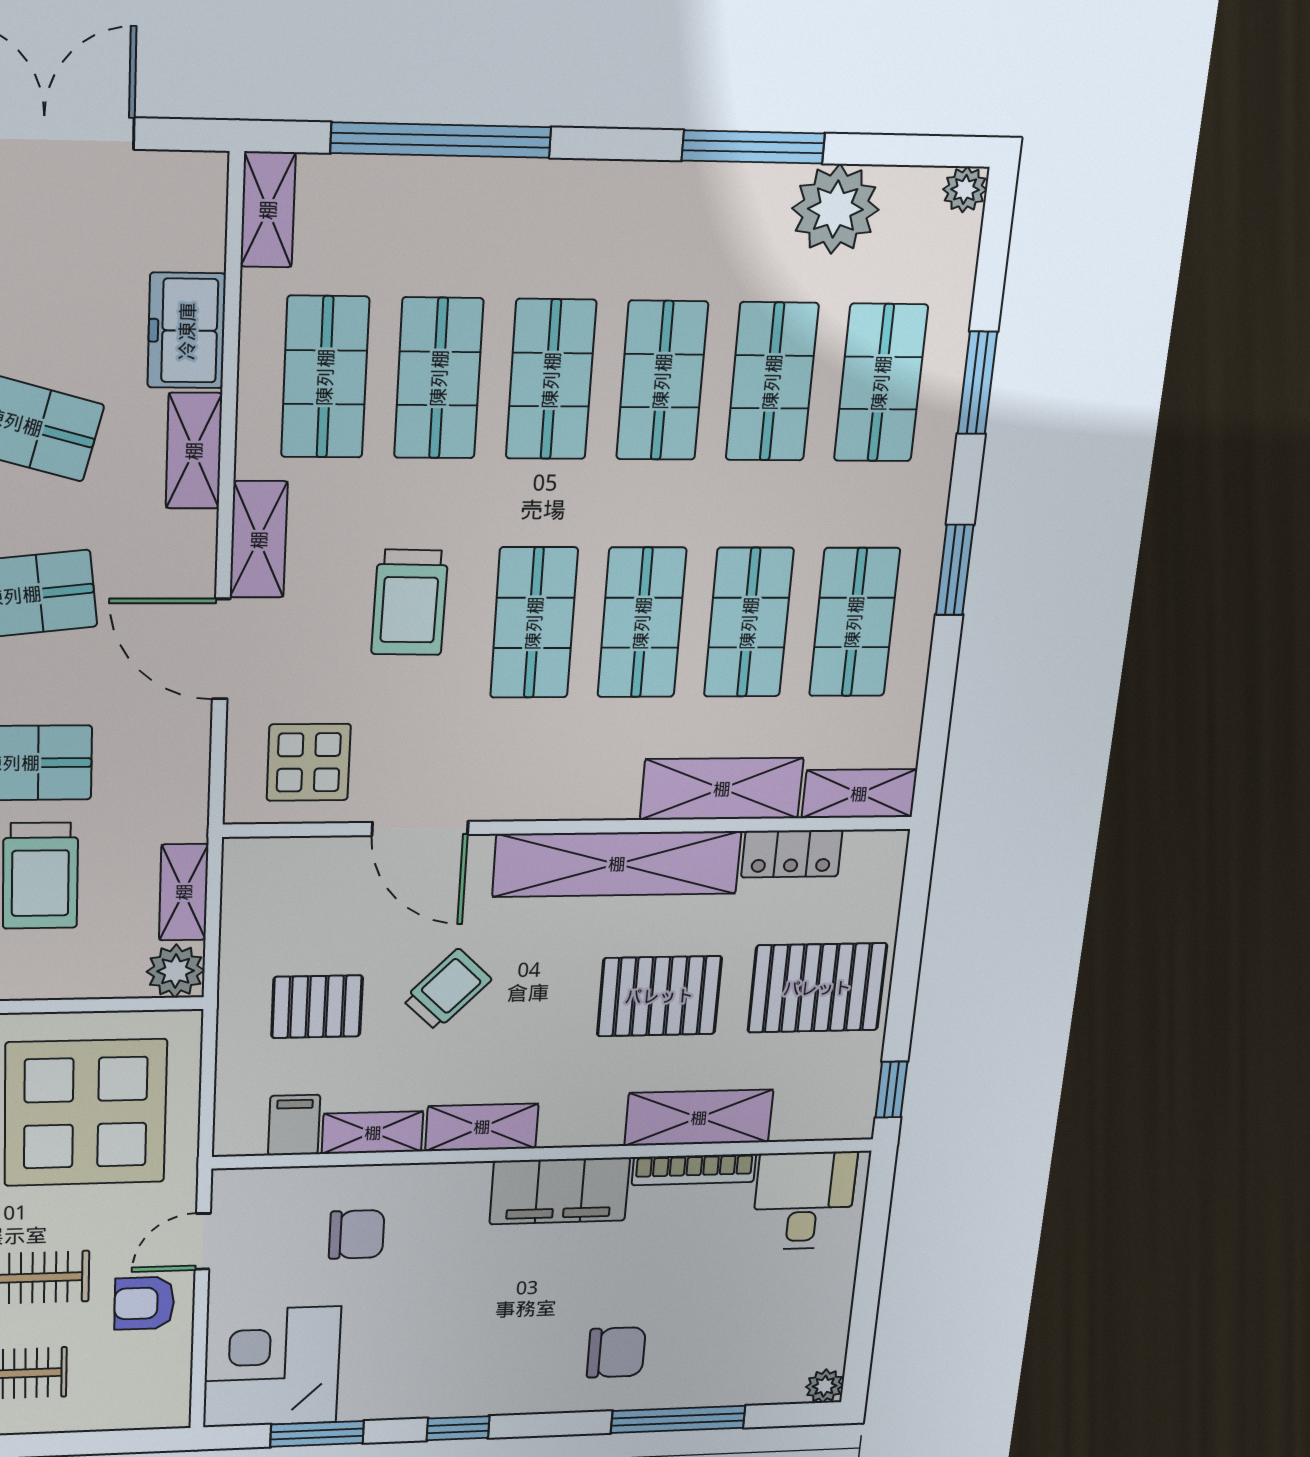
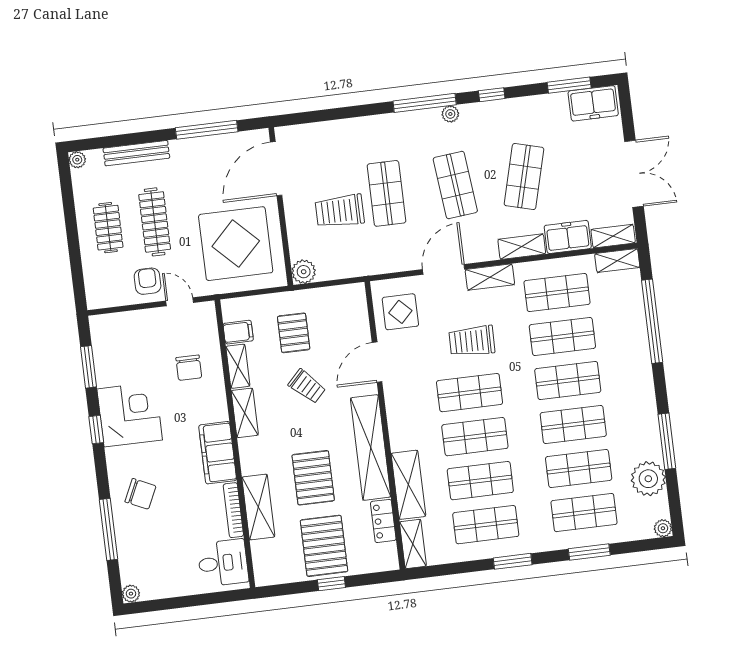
shelving: (184, 892) -> (613, 236), moved
window: (891, 1090) -> (331, 584), moved
chair: (616, 1352) -> (140, 494), turned -65
corner desk: (272, 1367) -> (130, 414), moved

